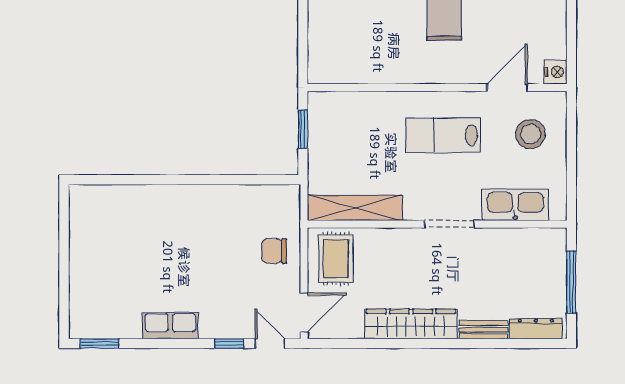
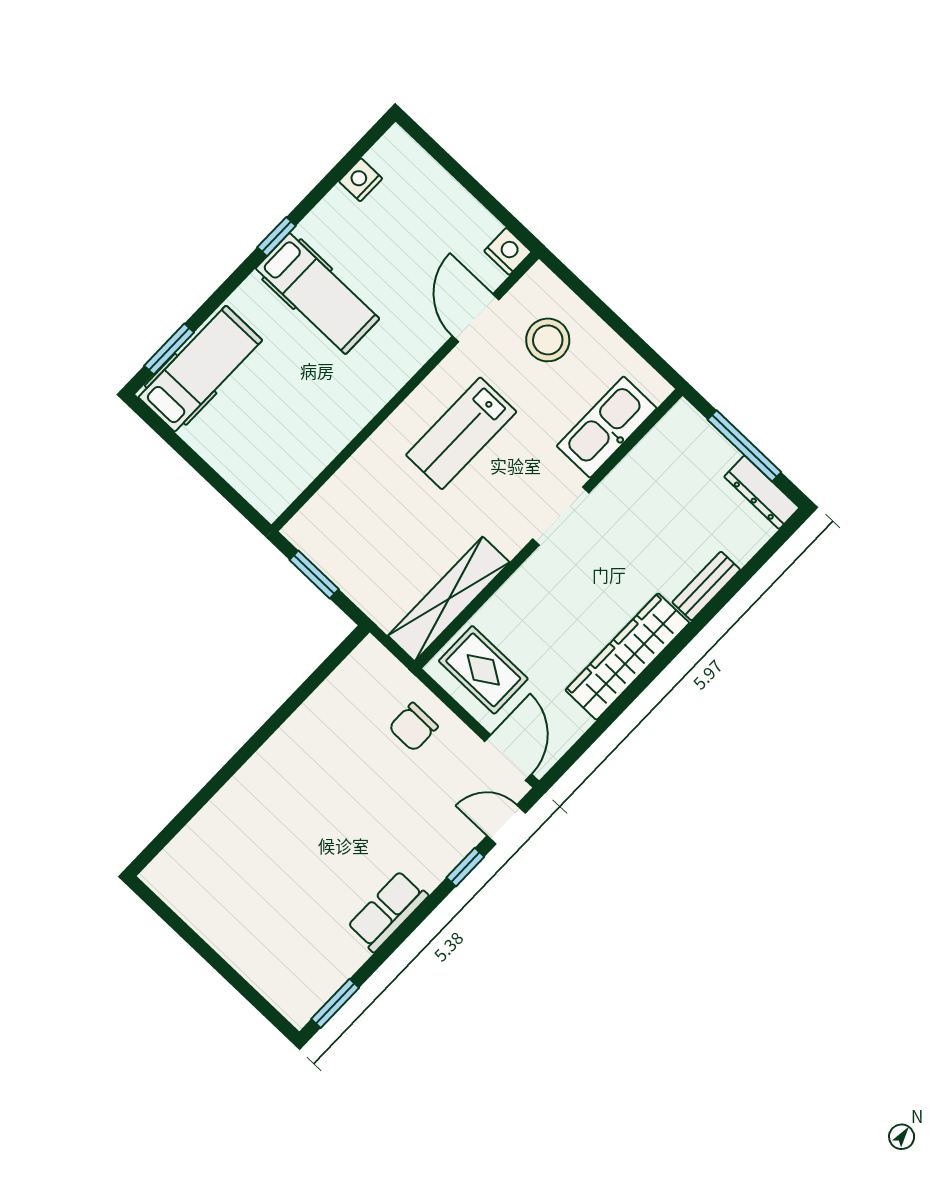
dresser: (536, 329) -> (762, 492), moved, turned -90

